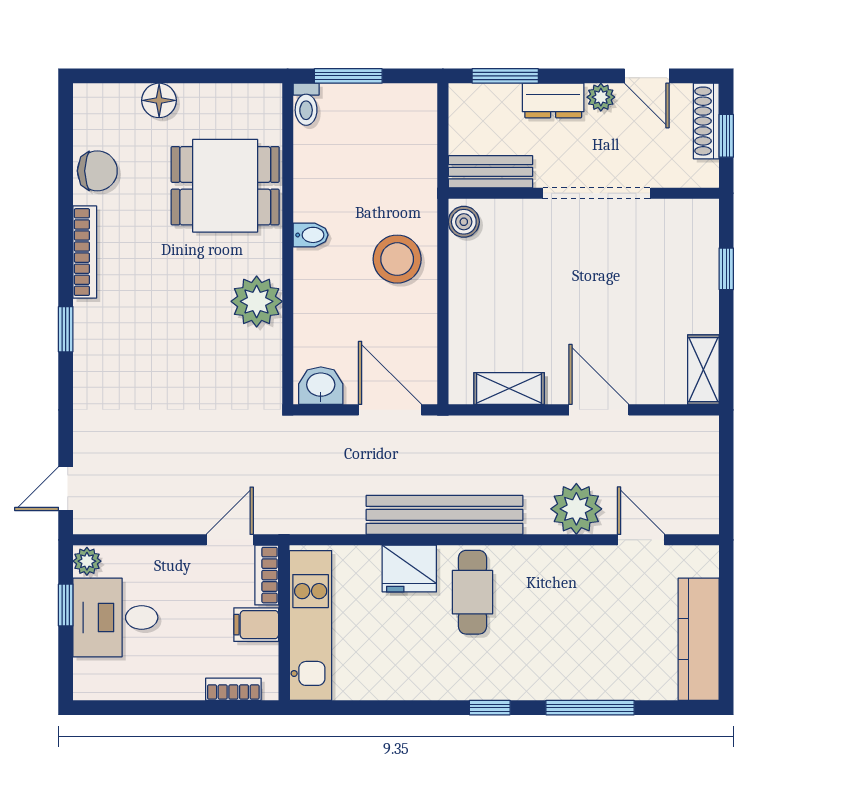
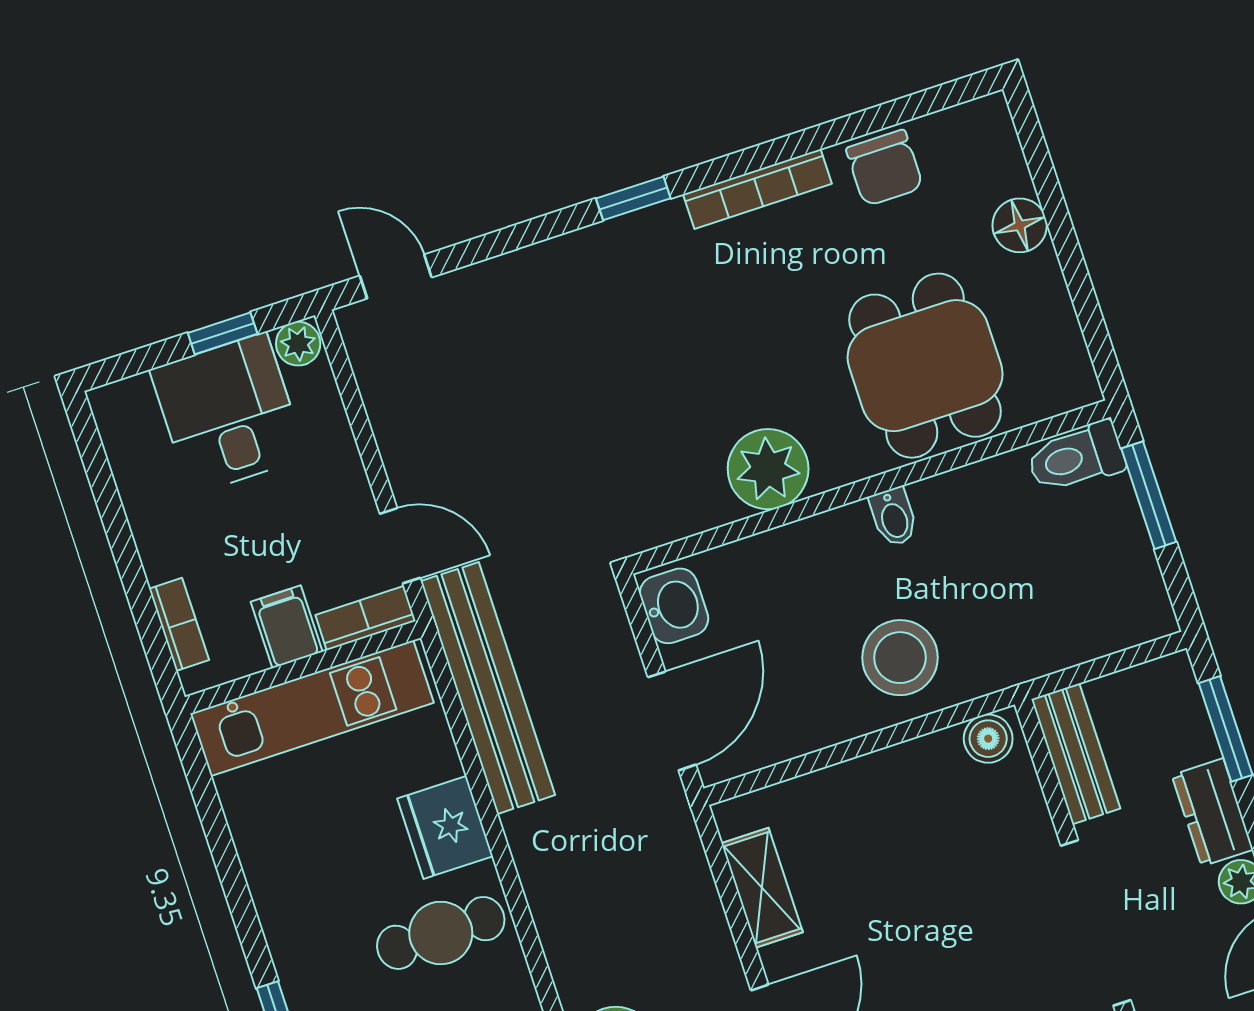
toilet: (306, 104) -> (1076, 457), width x1.37, depth x1.39
bench: (444, 515) -> (488, 688), moved

